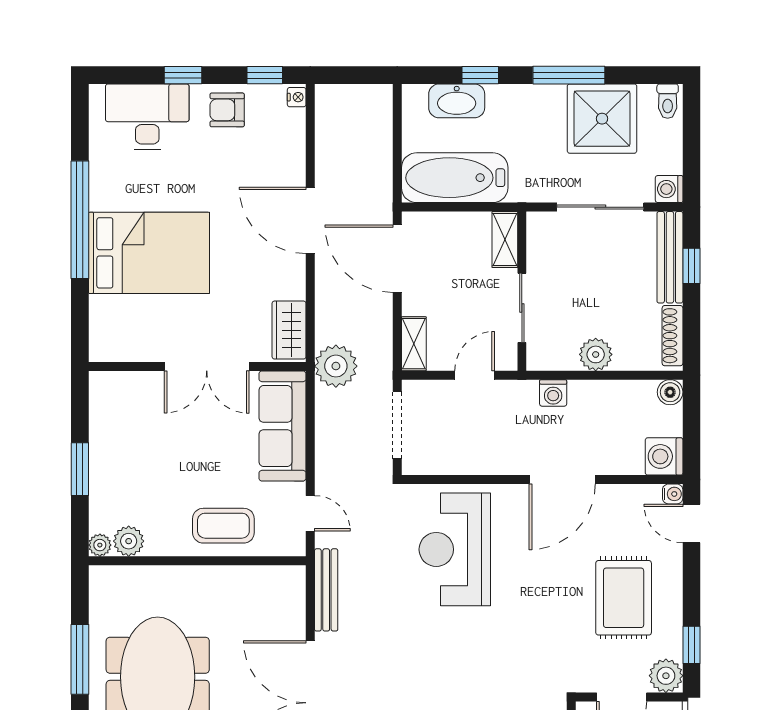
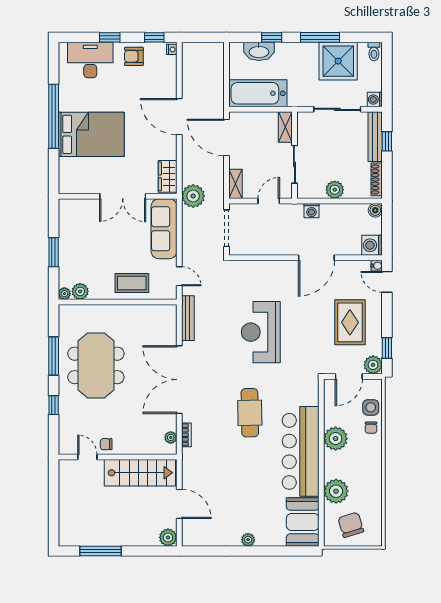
reception desk: (455, 549) -> (261, 332), moved

